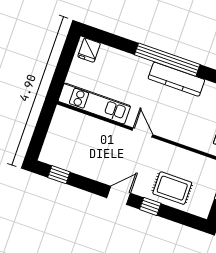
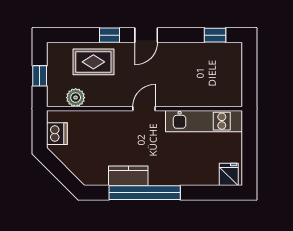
kitchen counter: (176, 79) -> (128, 176), width x0.67
door: (142, 132) -> (144, 109), swing flipped
plant: (198, 163) -> (76, 98), added

